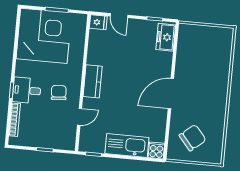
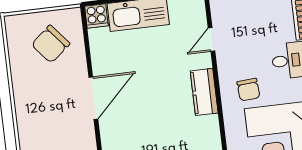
chair: (59, 93) -> (248, 90), moved

